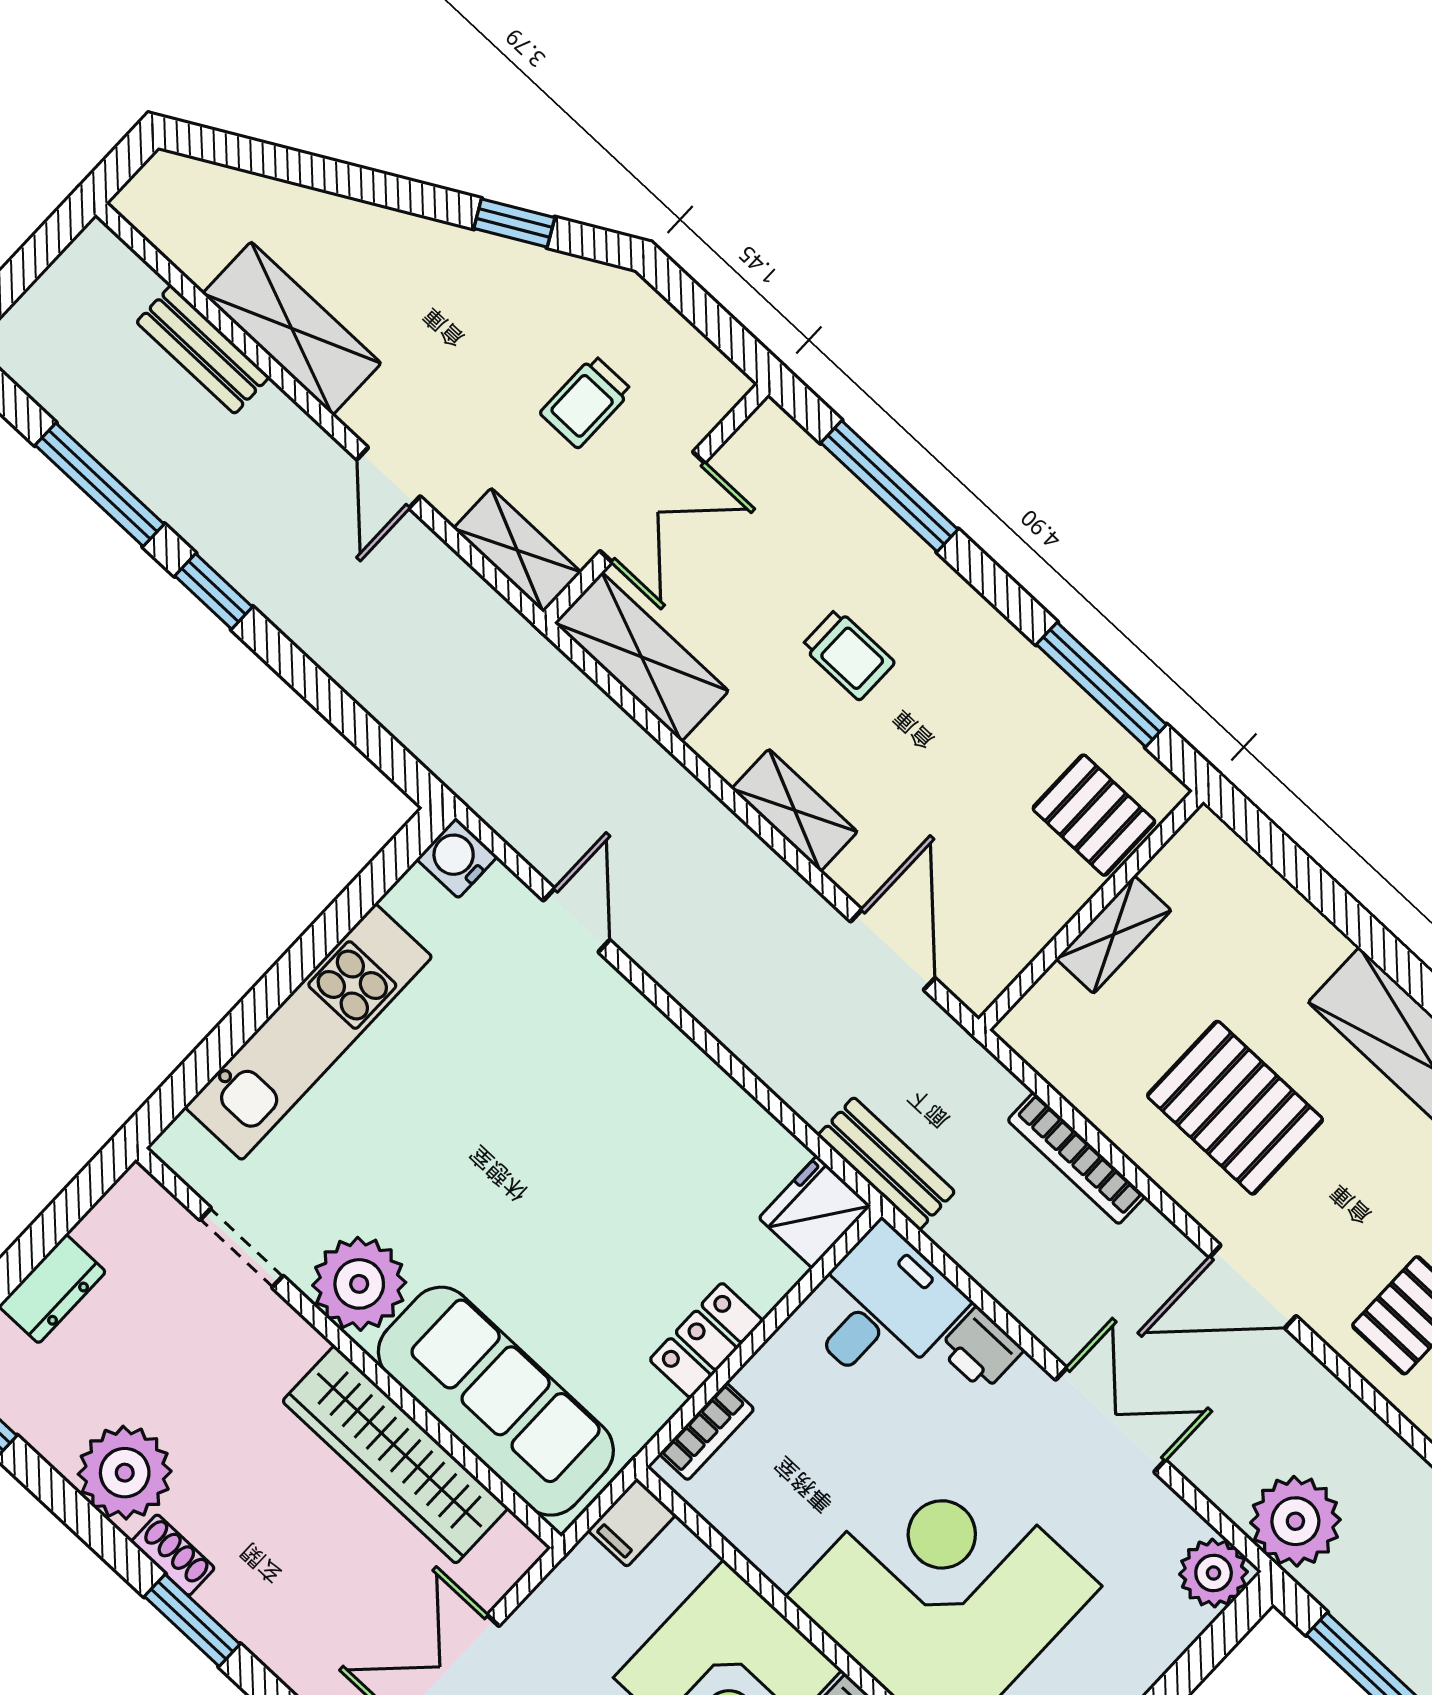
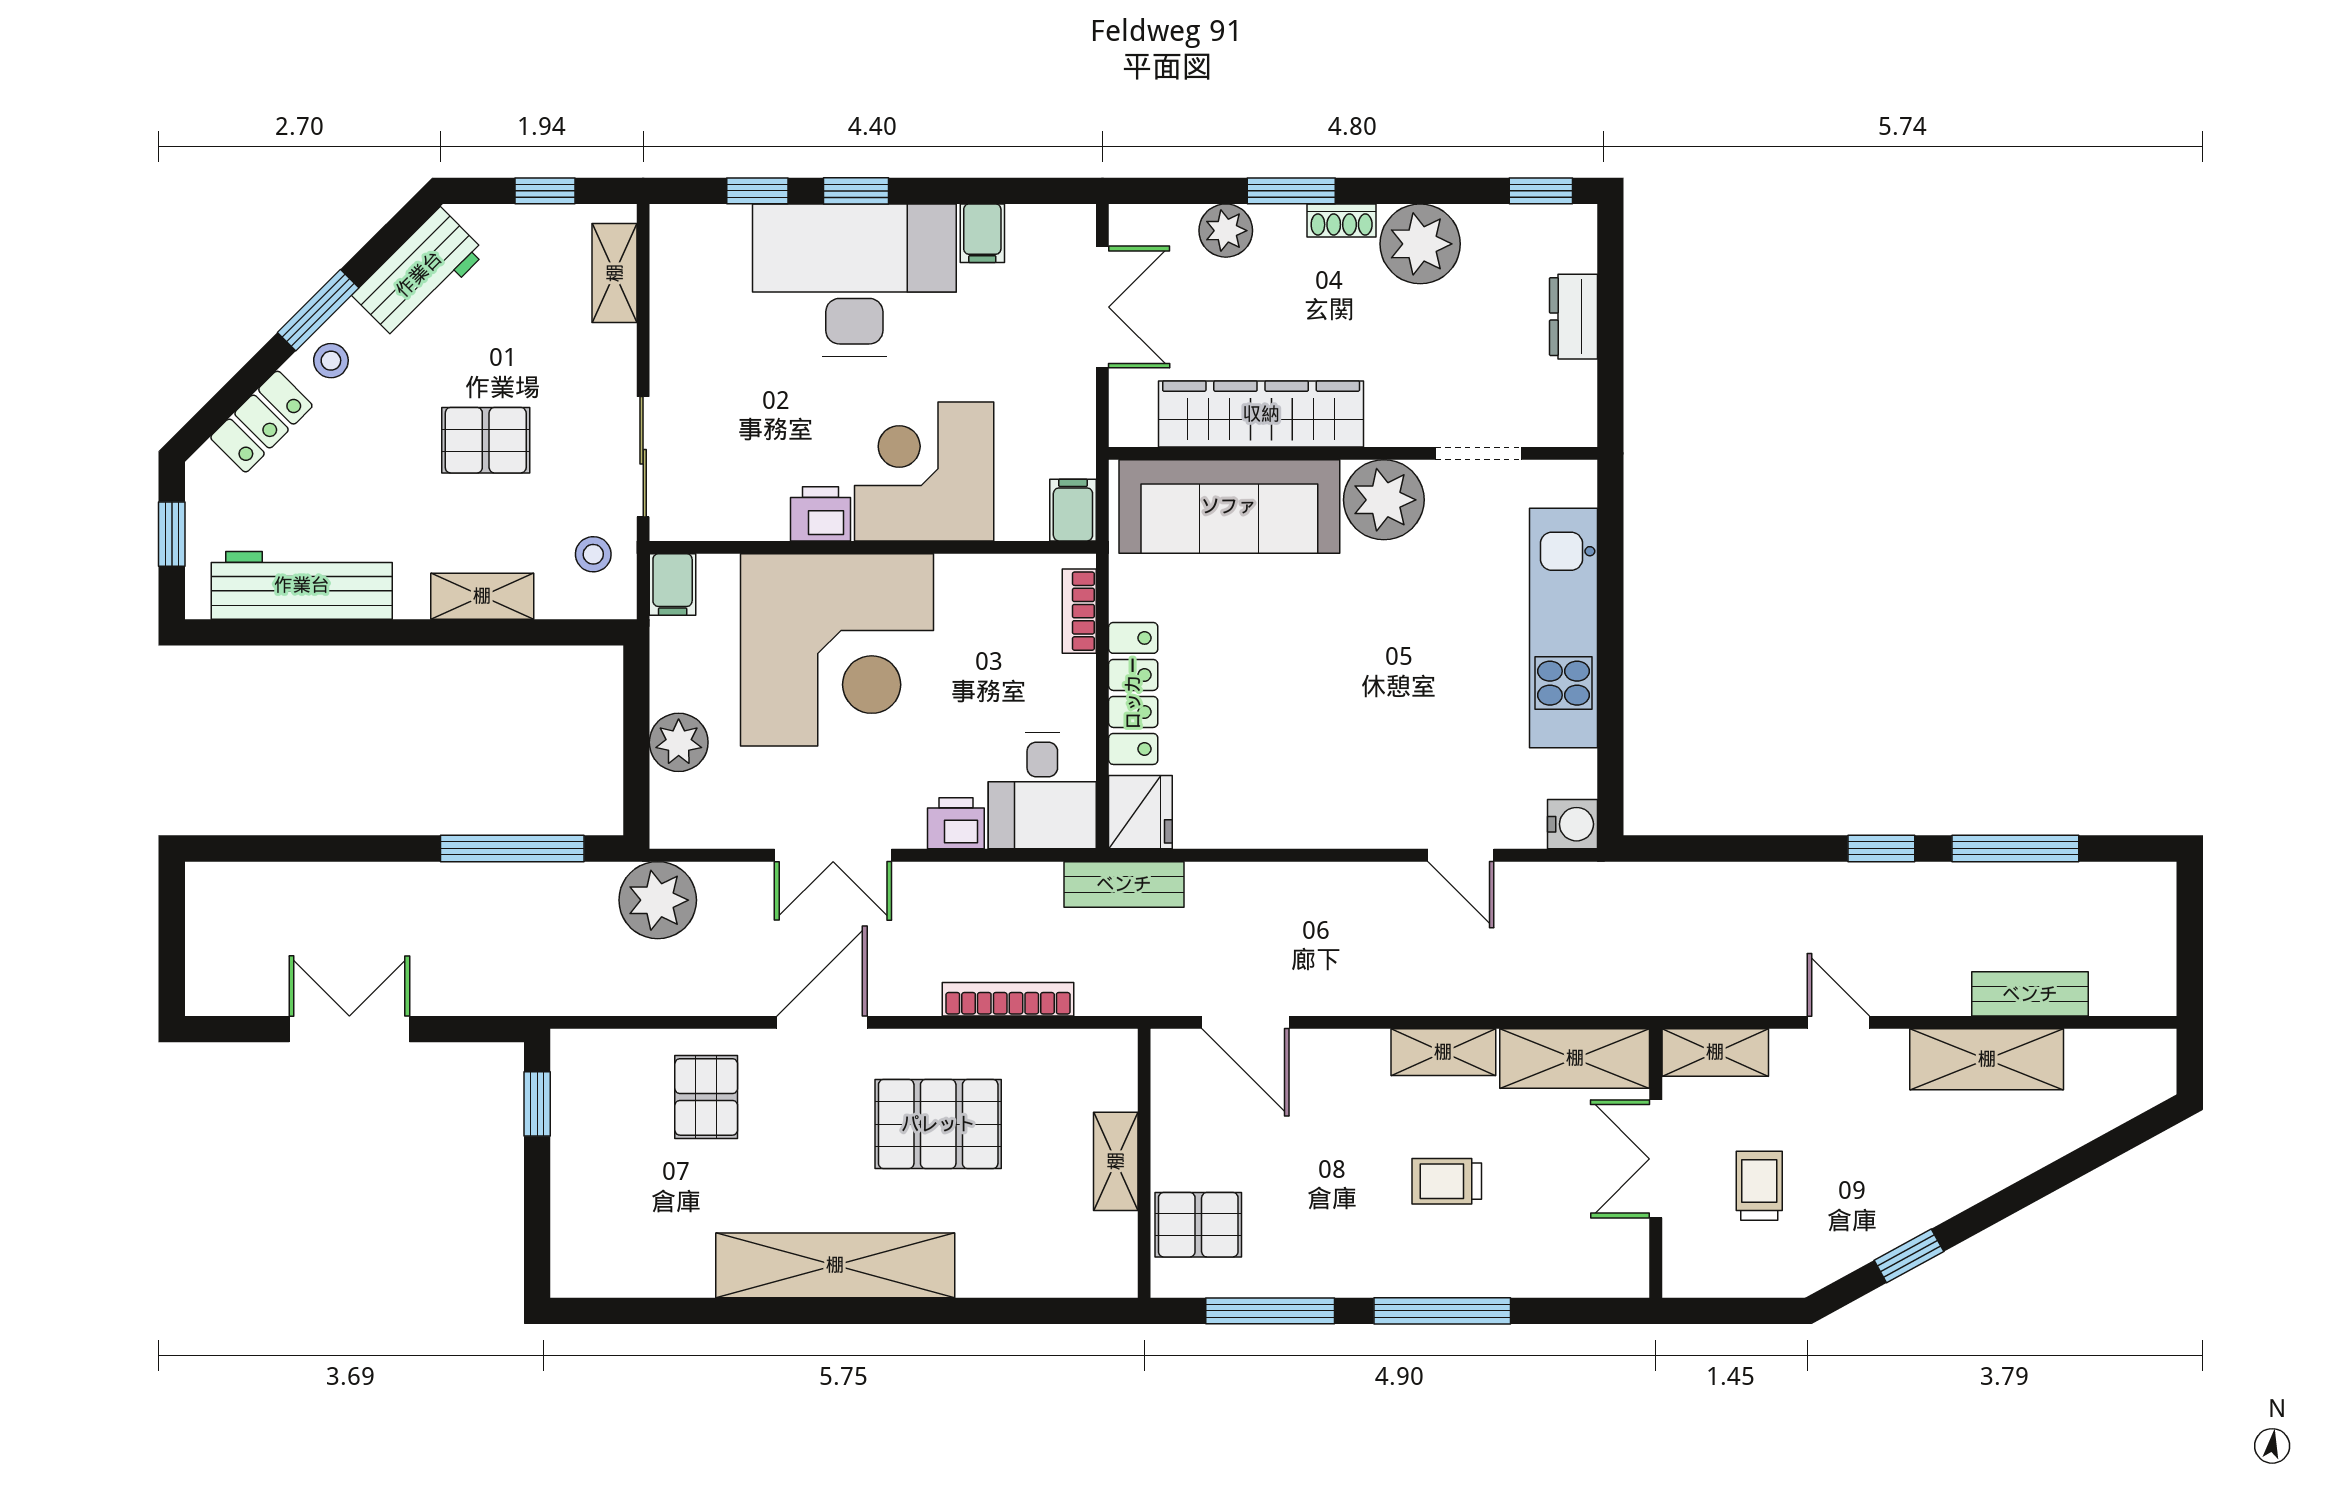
window: (889, 486) -> (1442, 1311), moved
shelving: (795, 810) -> (1443, 1052), moved
locker: (706, 1340) -> (1133, 693), width x1.53
plant: (1214, 1573) -> (679, 742), moved
plant: (279, 1639) -> (1226, 231), added

